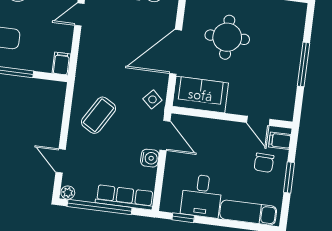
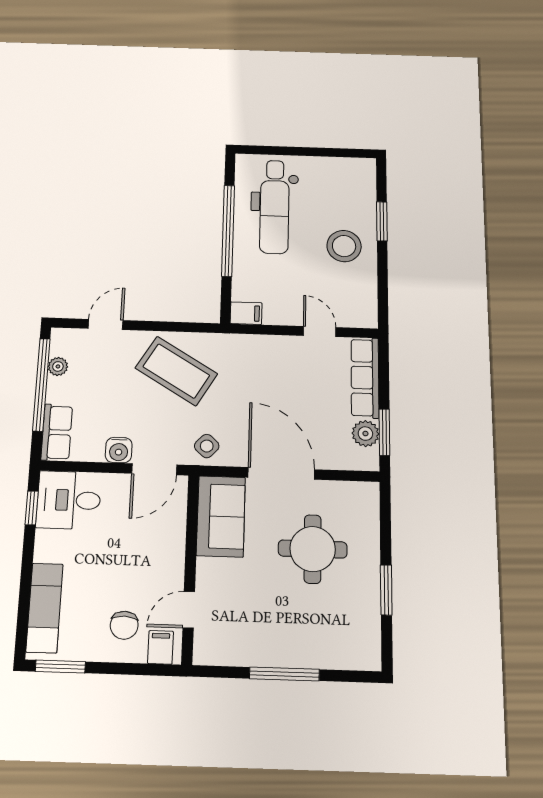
coffee table: (99, 115) -> (176, 371), width x1.36, depth x1.32
chair: (264, 163) -> (124, 625), turned -90
window: (289, 177) -> (60, 667), moved
plant: (68, 193) -> (58, 366), moved
desk: (202, 196) -> (69, 500), moved
row of seats: (125, 197) -> (57, 432), width x0.68

